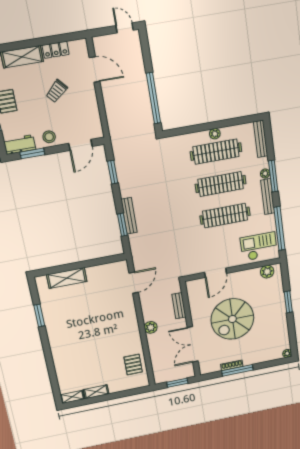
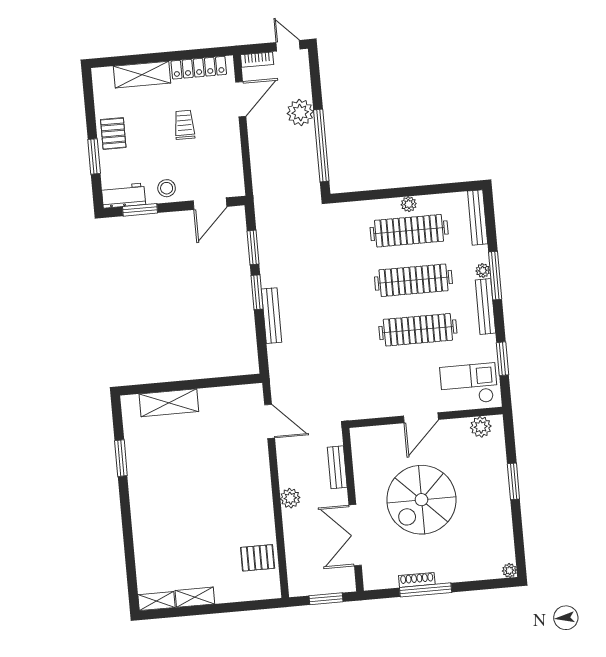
bookcase: (103, 40) -> (257, 60), added
locker: (56, 50) -> (199, 68), width x1.53
door: (95, 70) -> (241, 99), hinge flipped
plant: (137, 76) -> (300, 113), added
trolley: (57, 91) -> (184, 125), turned 132
window: (122, 225) -> (257, 292), moved
window: (279, 228) -> (503, 359), width x0.47
door: (216, 273) -> (421, 418), moved
door: (134, 283) -> (270, 421), hinge flipped
pallet: (133, 365) -> (258, 558), turned 90

